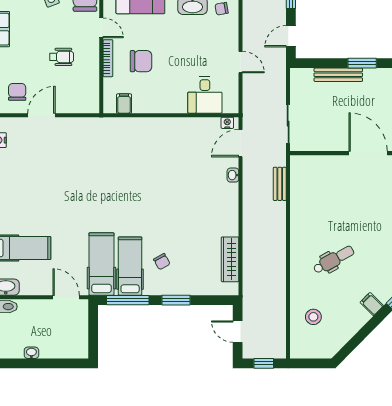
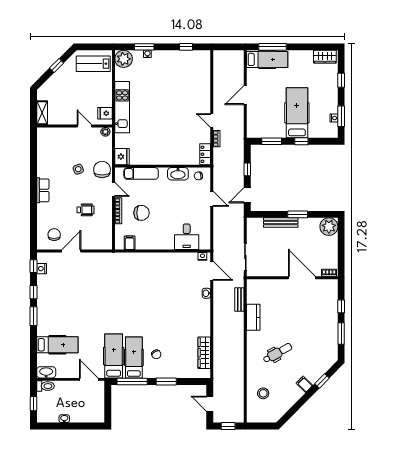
door: (241, 62) -> (212, 199), moved
door: (241, 143) -> (212, 271), swing flipped
kitchen counter: (299, 209) -> (253, 317), added

